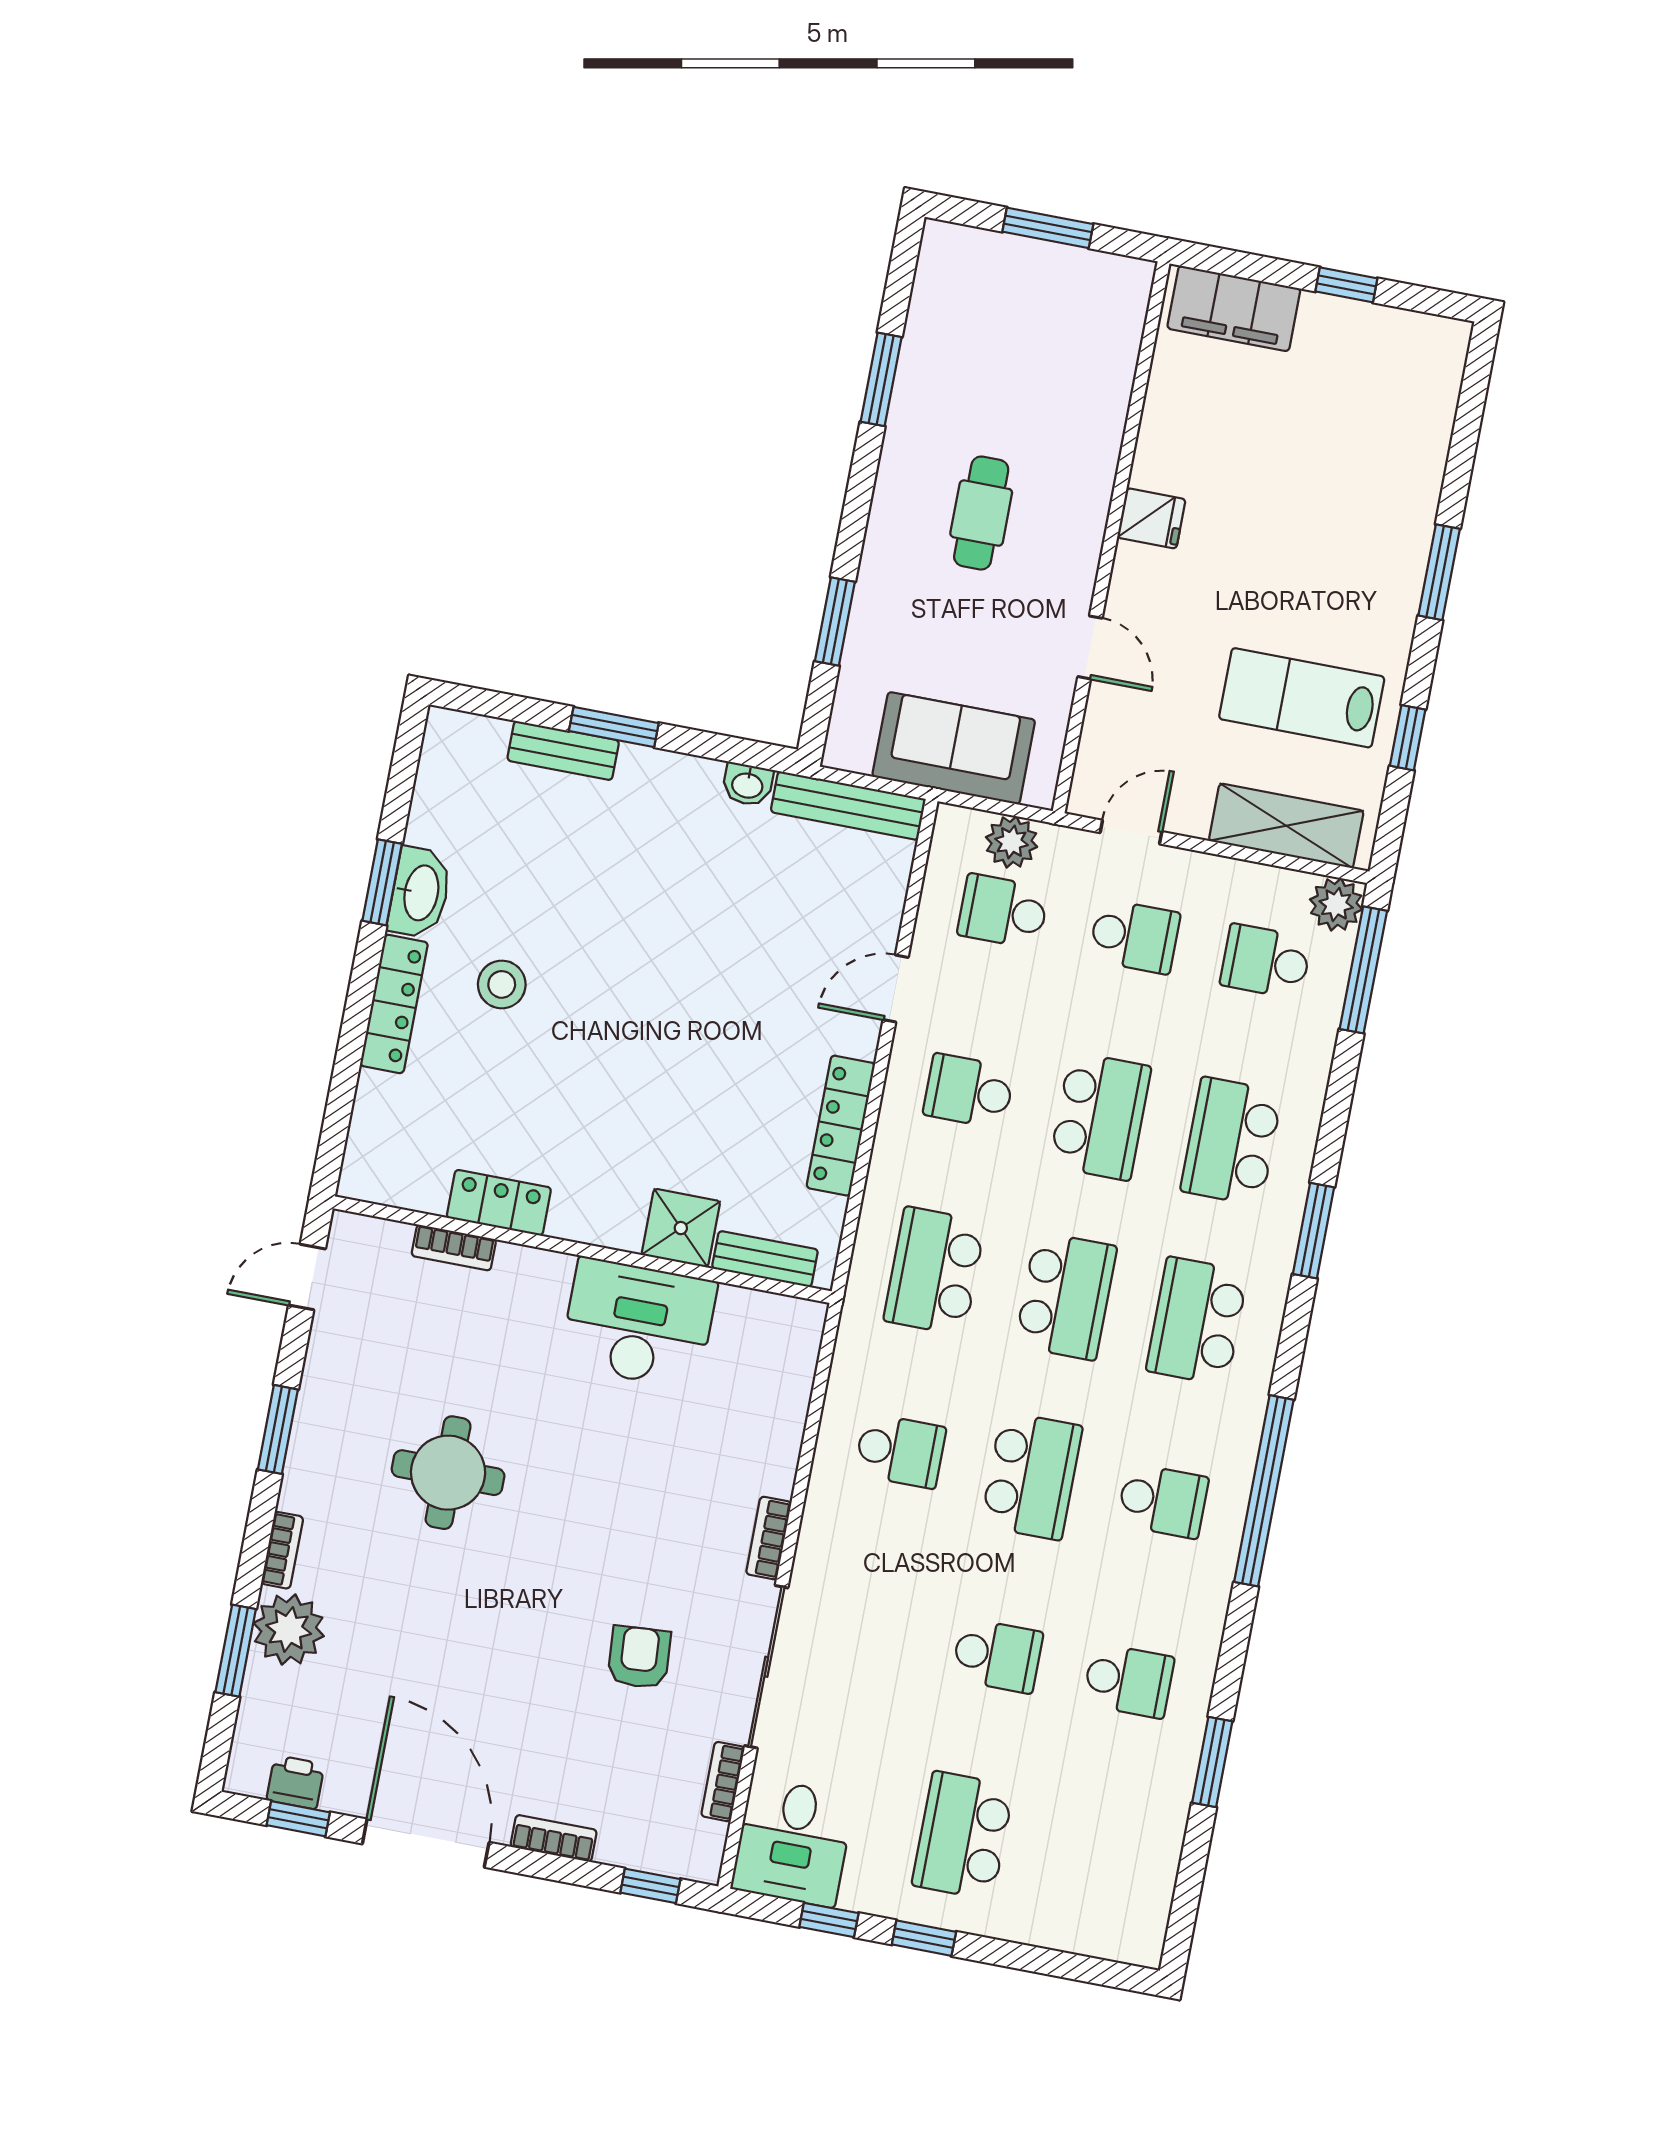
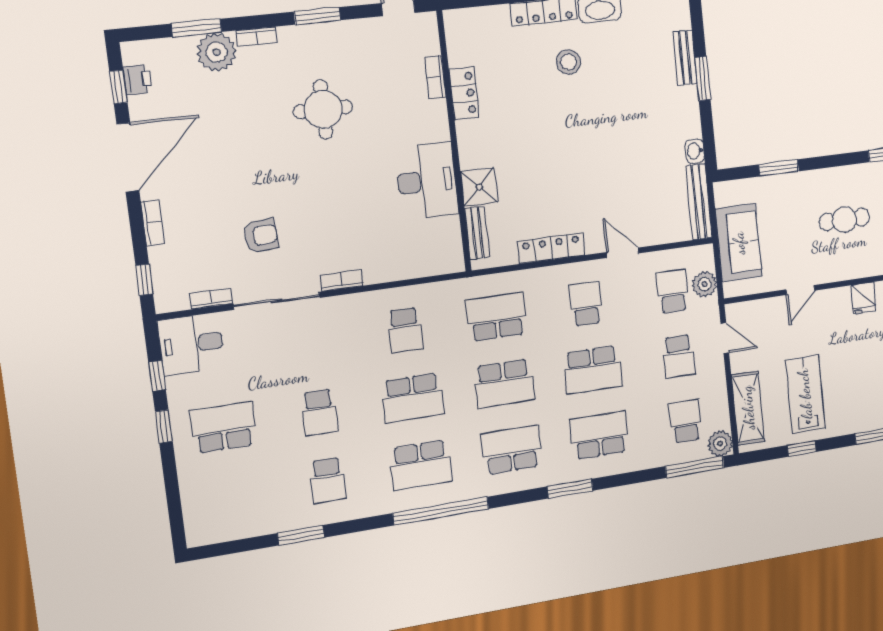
school desk: (1163, 1501) -> (421, 465), width x1.85

